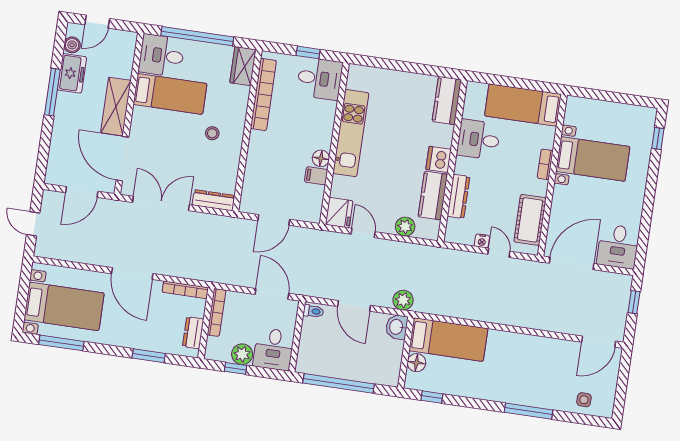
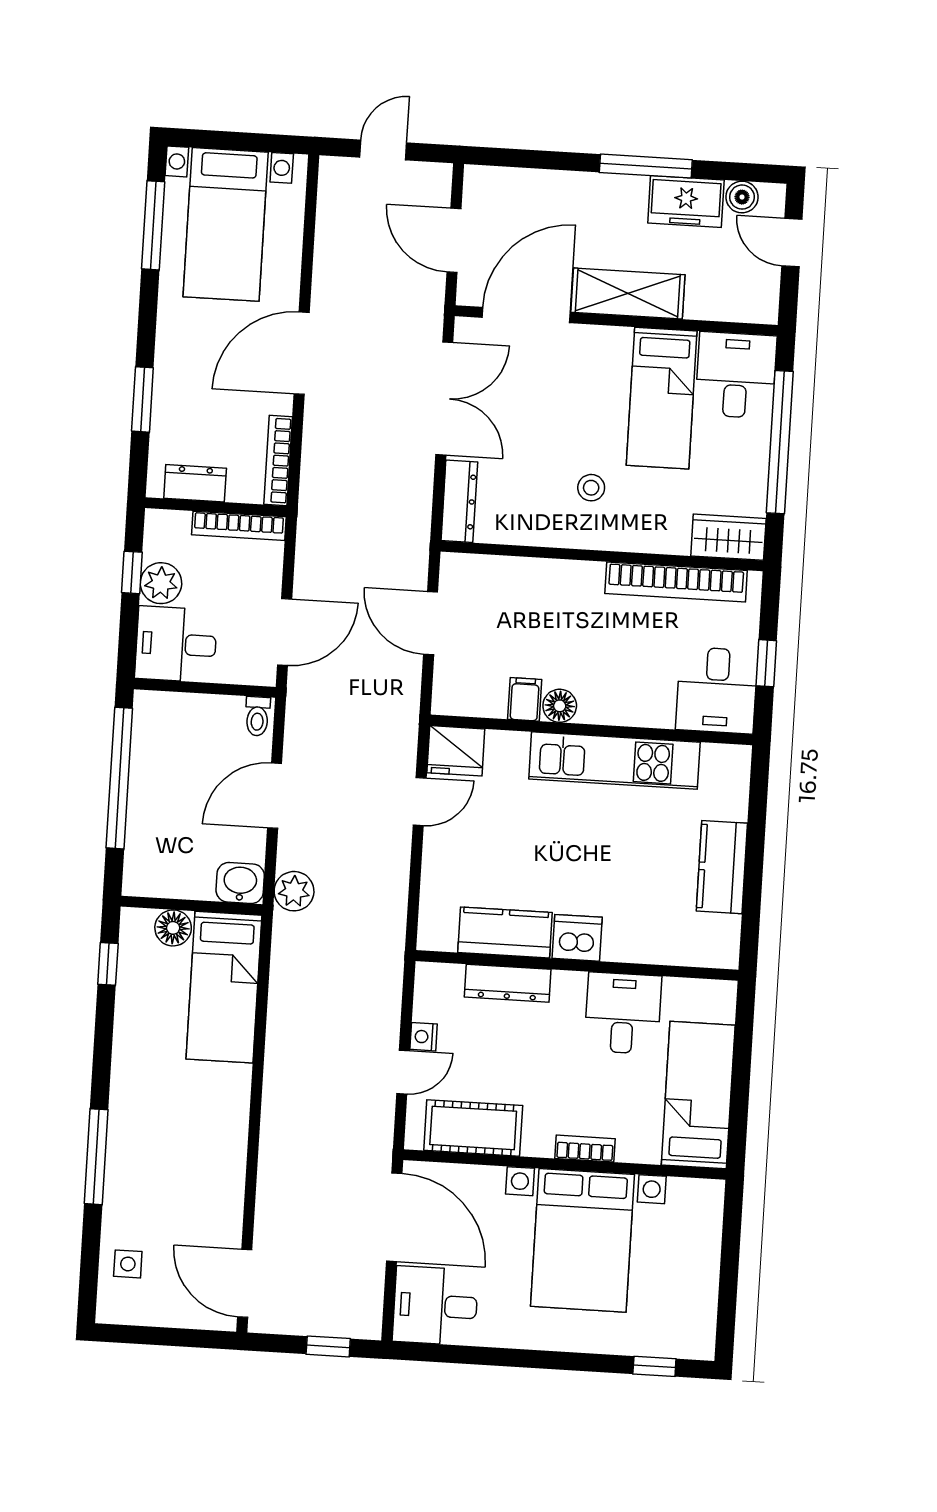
kitchen counter: (447, 101) -> (722, 867), moved, turned -90
bed with nightstands: (593, 159) -> (582, 1240), width x1.36
plant: (405, 227) -> (439, 883), removed

